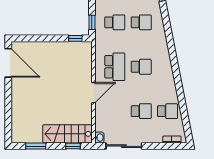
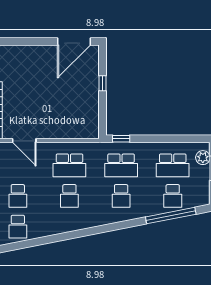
school desk: (115, 22) -> (121, 165), width x1.85
window: (75, 38) -> (102, 83), moved
door: (93, 93) -> (24, 141), moved

